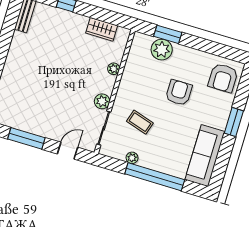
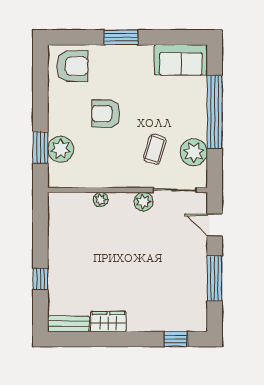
wardrobe: (102, 29) -> (108, 322), moved, turned -90
sofa: (205, 156) -> (181, 60), width x0.73
plant: (132, 158) -> (194, 152), width x1.87, depth x1.87

